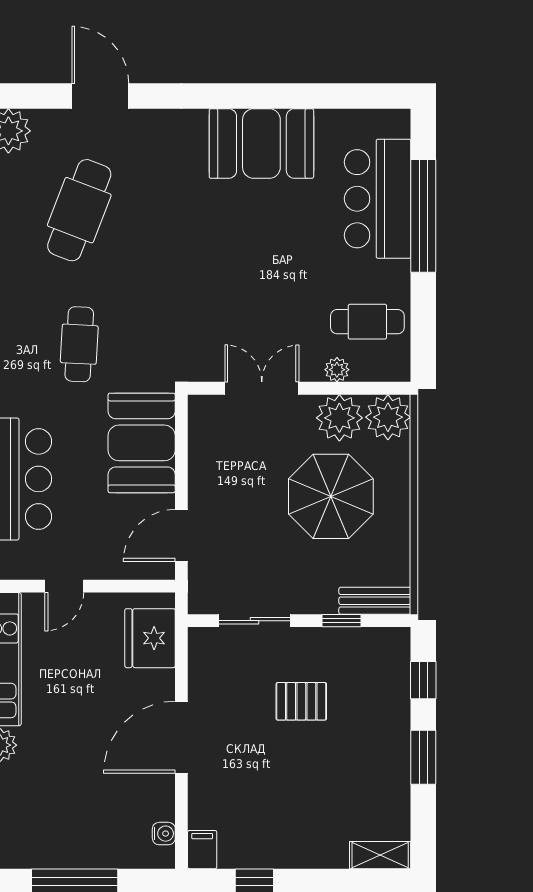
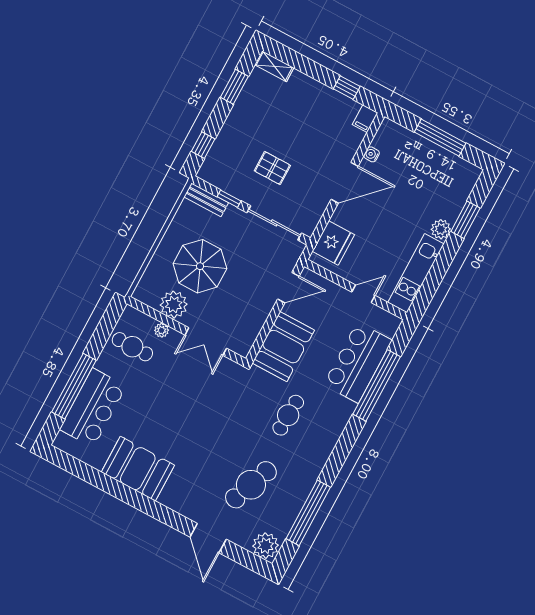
plant: (388, 417) -> (148, 291), removed
sliding door: (254, 621) -> (274, 223), width x1.37
window: (423, 757) -> (234, 87), moved
water cooler: (164, 834) -> (372, 154), moved

